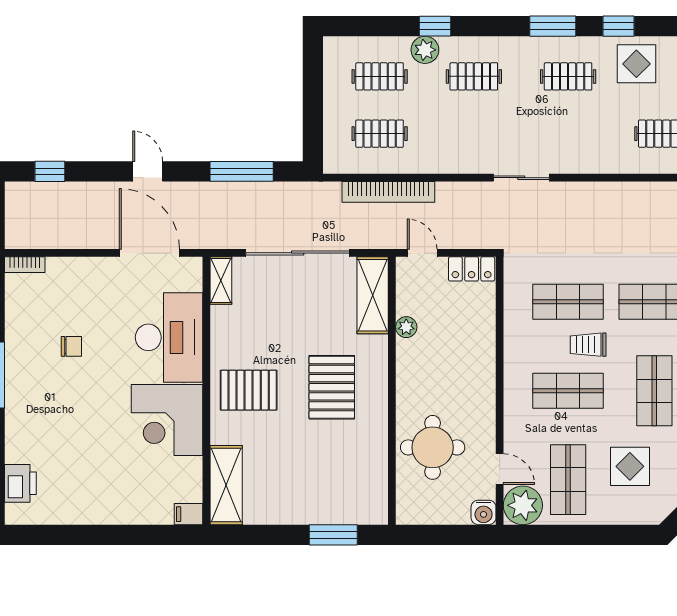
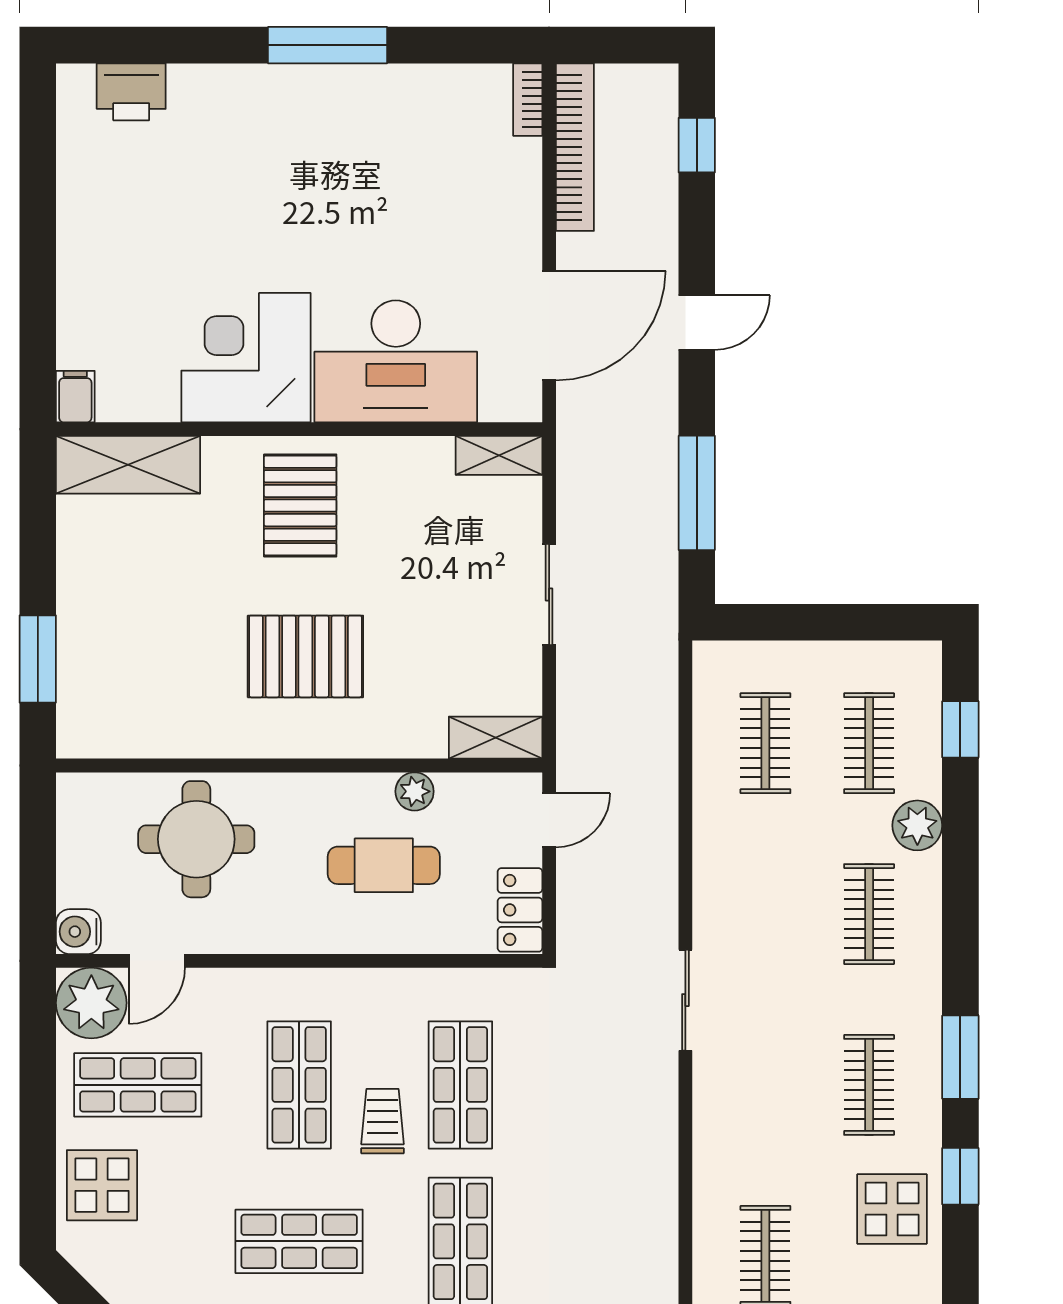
window: (435, 26) -> (960, 729), moved
bookcase: (388, 192) -> (575, 147), moved, turned 180
sliding door: (298, 253) -> (549, 595), width x0.54
shelving: (373, 295) -> (496, 738), width x0.67, depth x0.75
cafe table: (447, 344) -> (384, 865), added
chair: (71, 346) -> (380, 184), removed
display table: (630, 466) -> (102, 1185), moved

